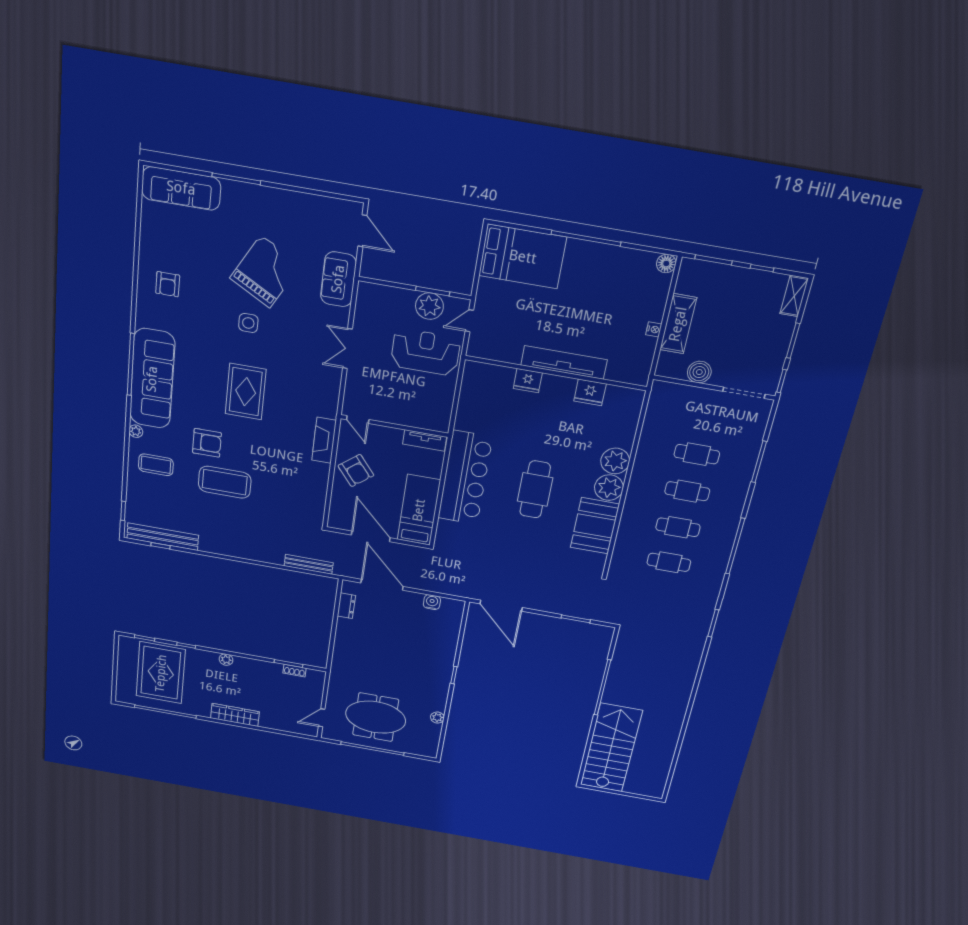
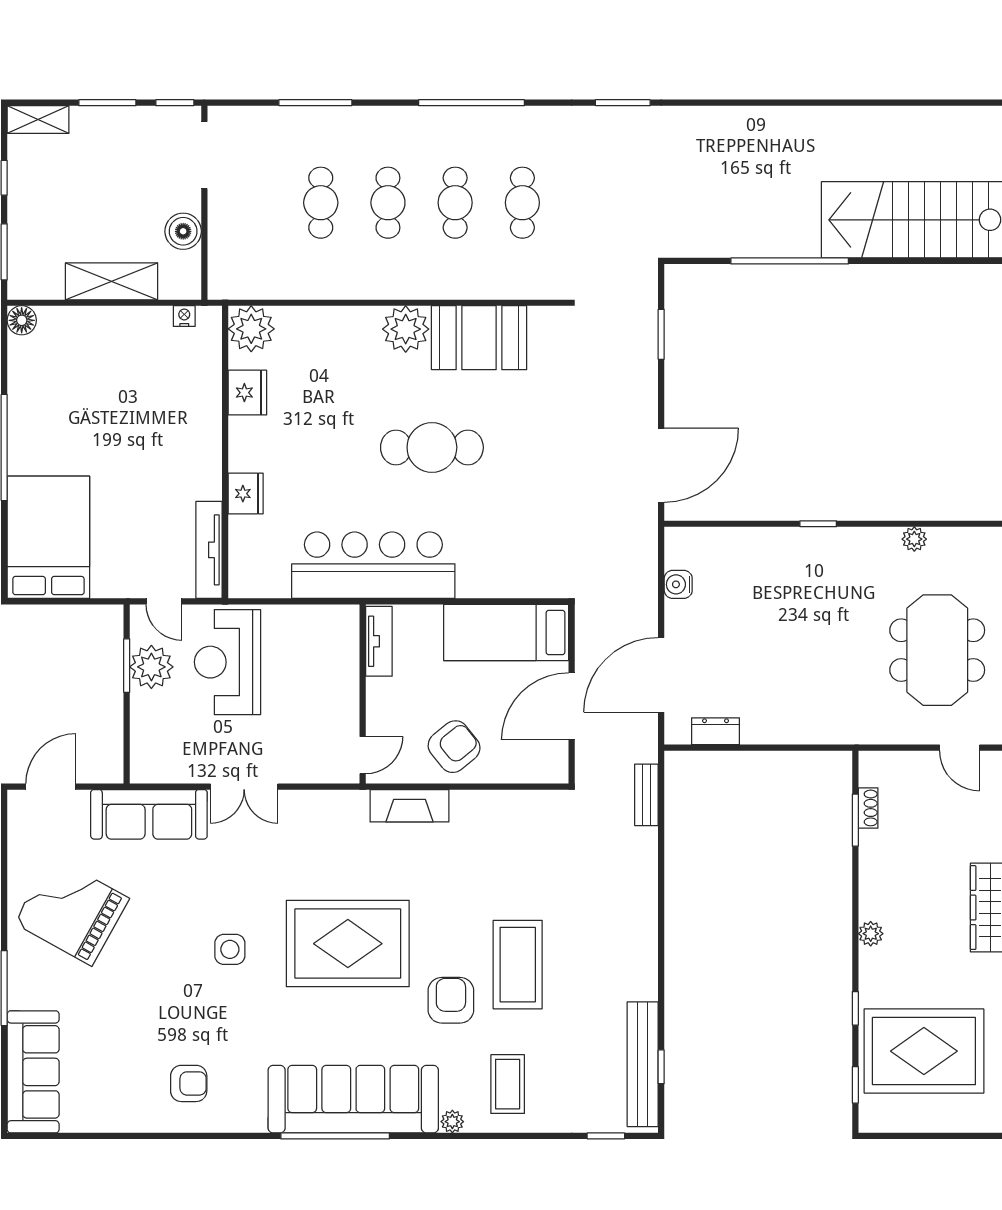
grand piano: (265, 272) -> (72, 911), moved
sofa: (338, 279) -> (149, 814), width x1.36
nightstand: (654, 329) -> (184, 316), moved
tv unit: (564, 362) -> (209, 550), moved, width x0.73, depth x0.78
rug: (246, 392) -> (348, 944), width x1.37, depth x1.44
plant: (615, 461) -> (251, 329), moved
bar counter: (465, 478) -> (373, 565), moved
bench: (309, 564) -> (646, 795), width x0.73

